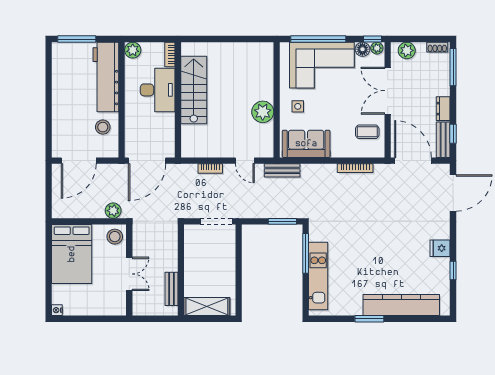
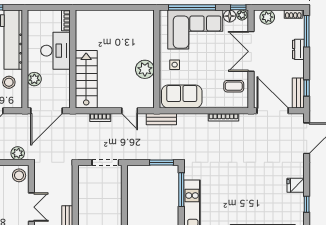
plant: (133, 50) -> (34, 79), moved
stairs: (194, 90) -> (86, 79), moved
dresser: (443, 109) -> (298, 49), moved

